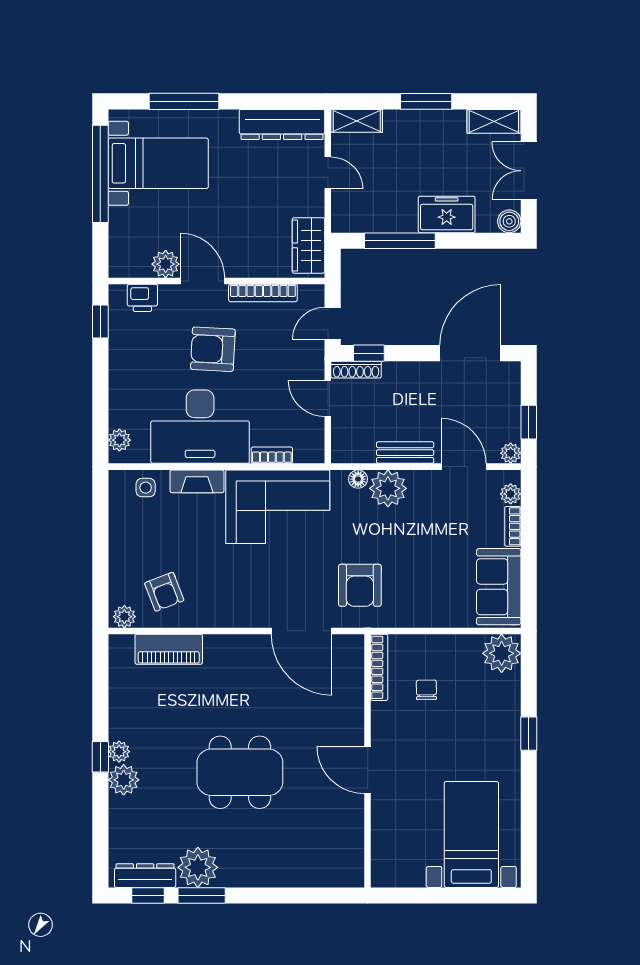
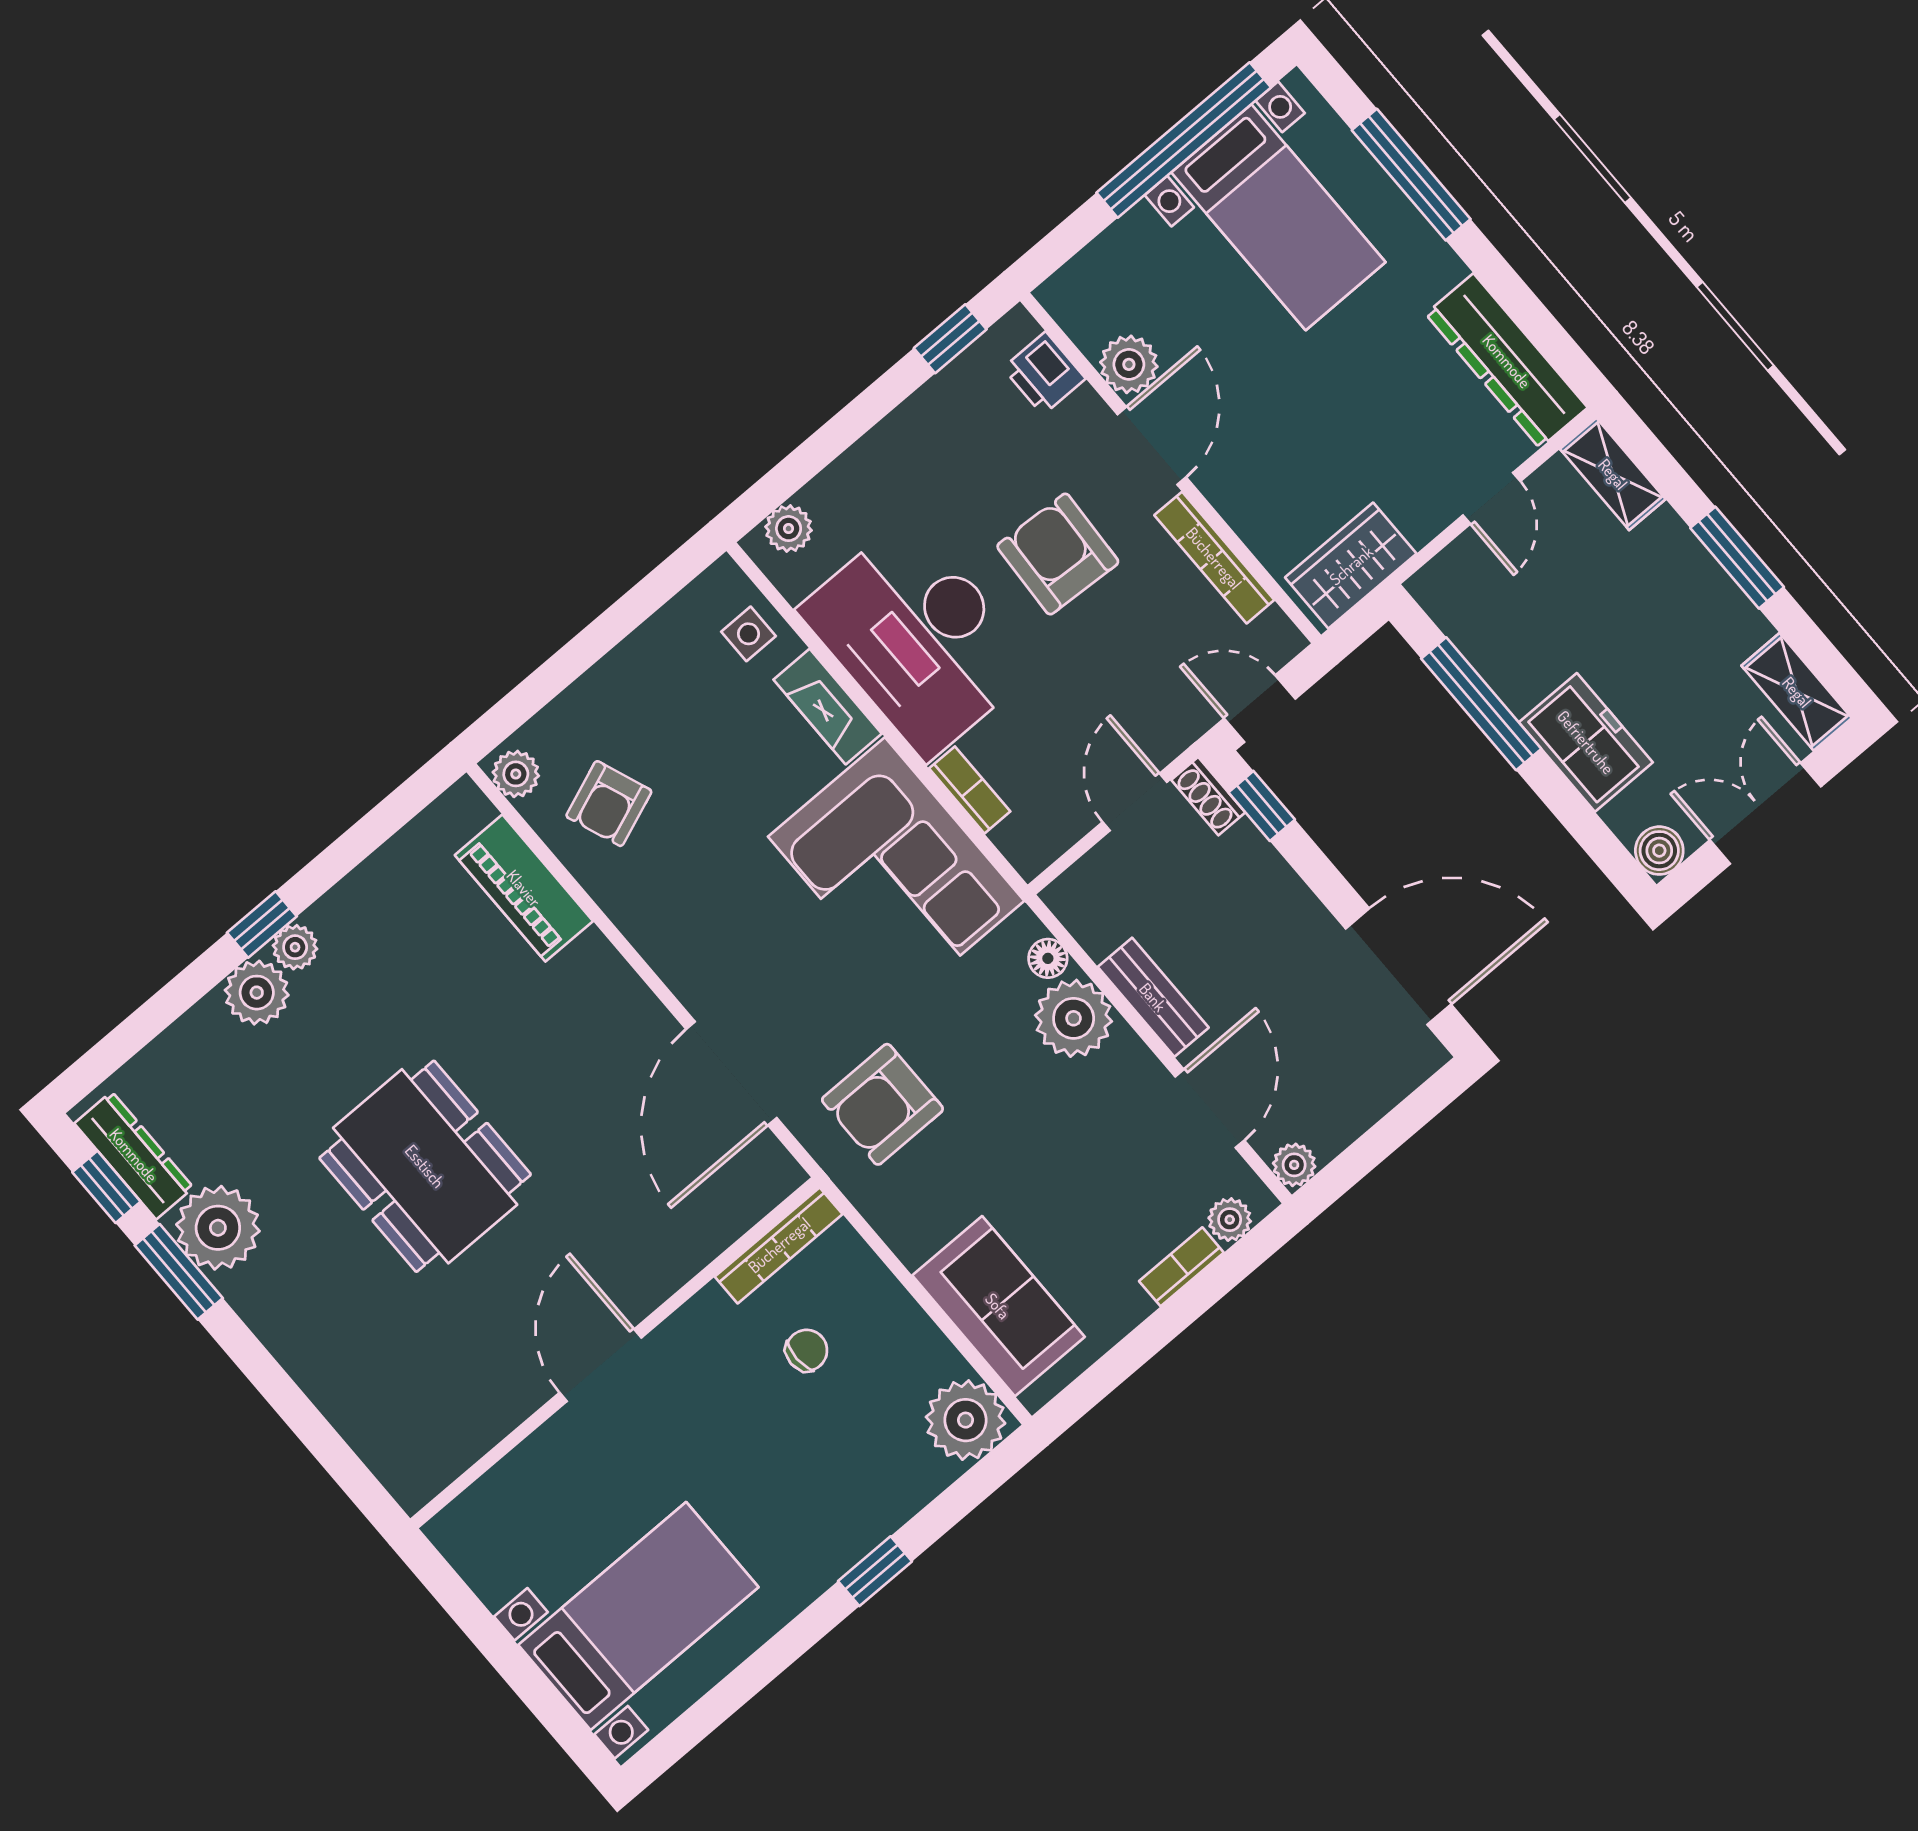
shoe rack: (356, 370) -> (1208, 796), width x0.70
window: (529, 422) -> (1368, 1152), removed
sofa: (499, 587) -> (998, 1306), moved, turned 90

